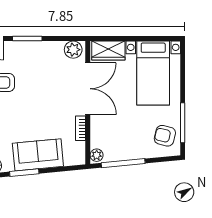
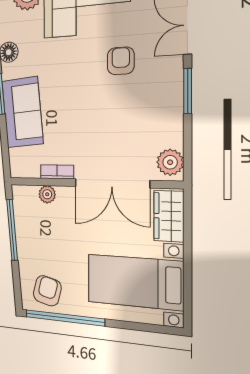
window: (183, 123) -> (65, 318), width x1.46
plant: (97, 155) -> (47, 194), moved

